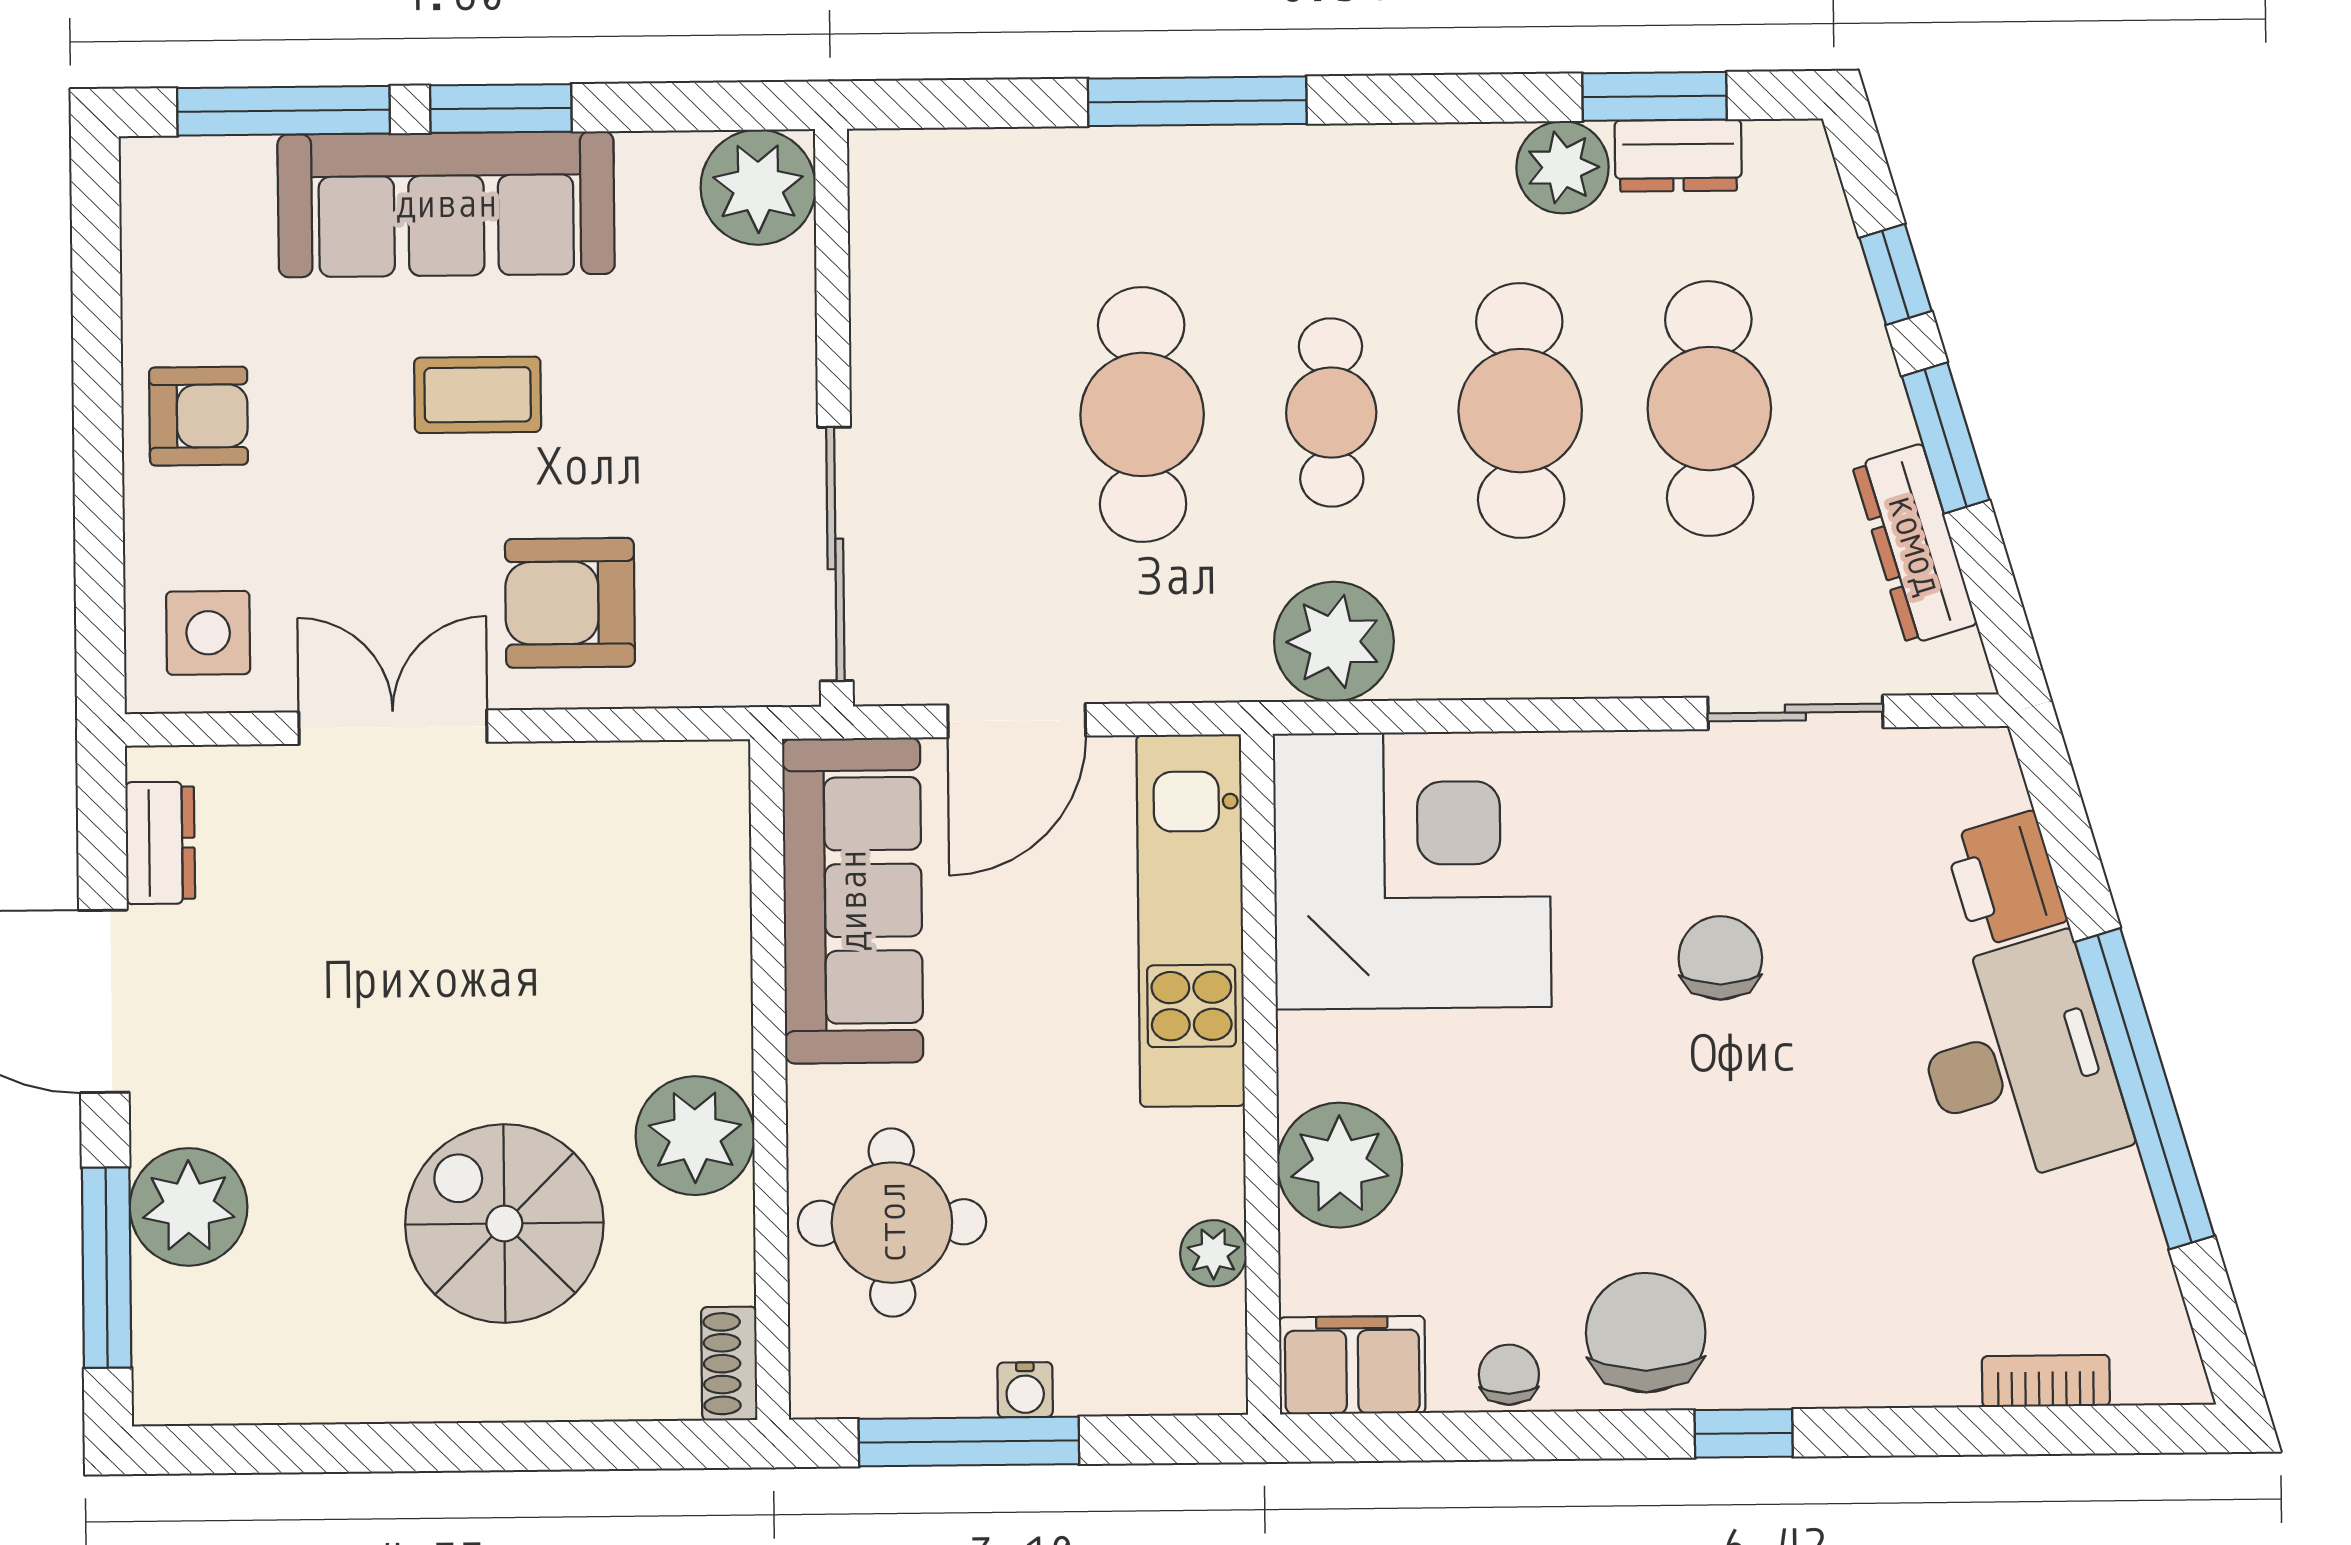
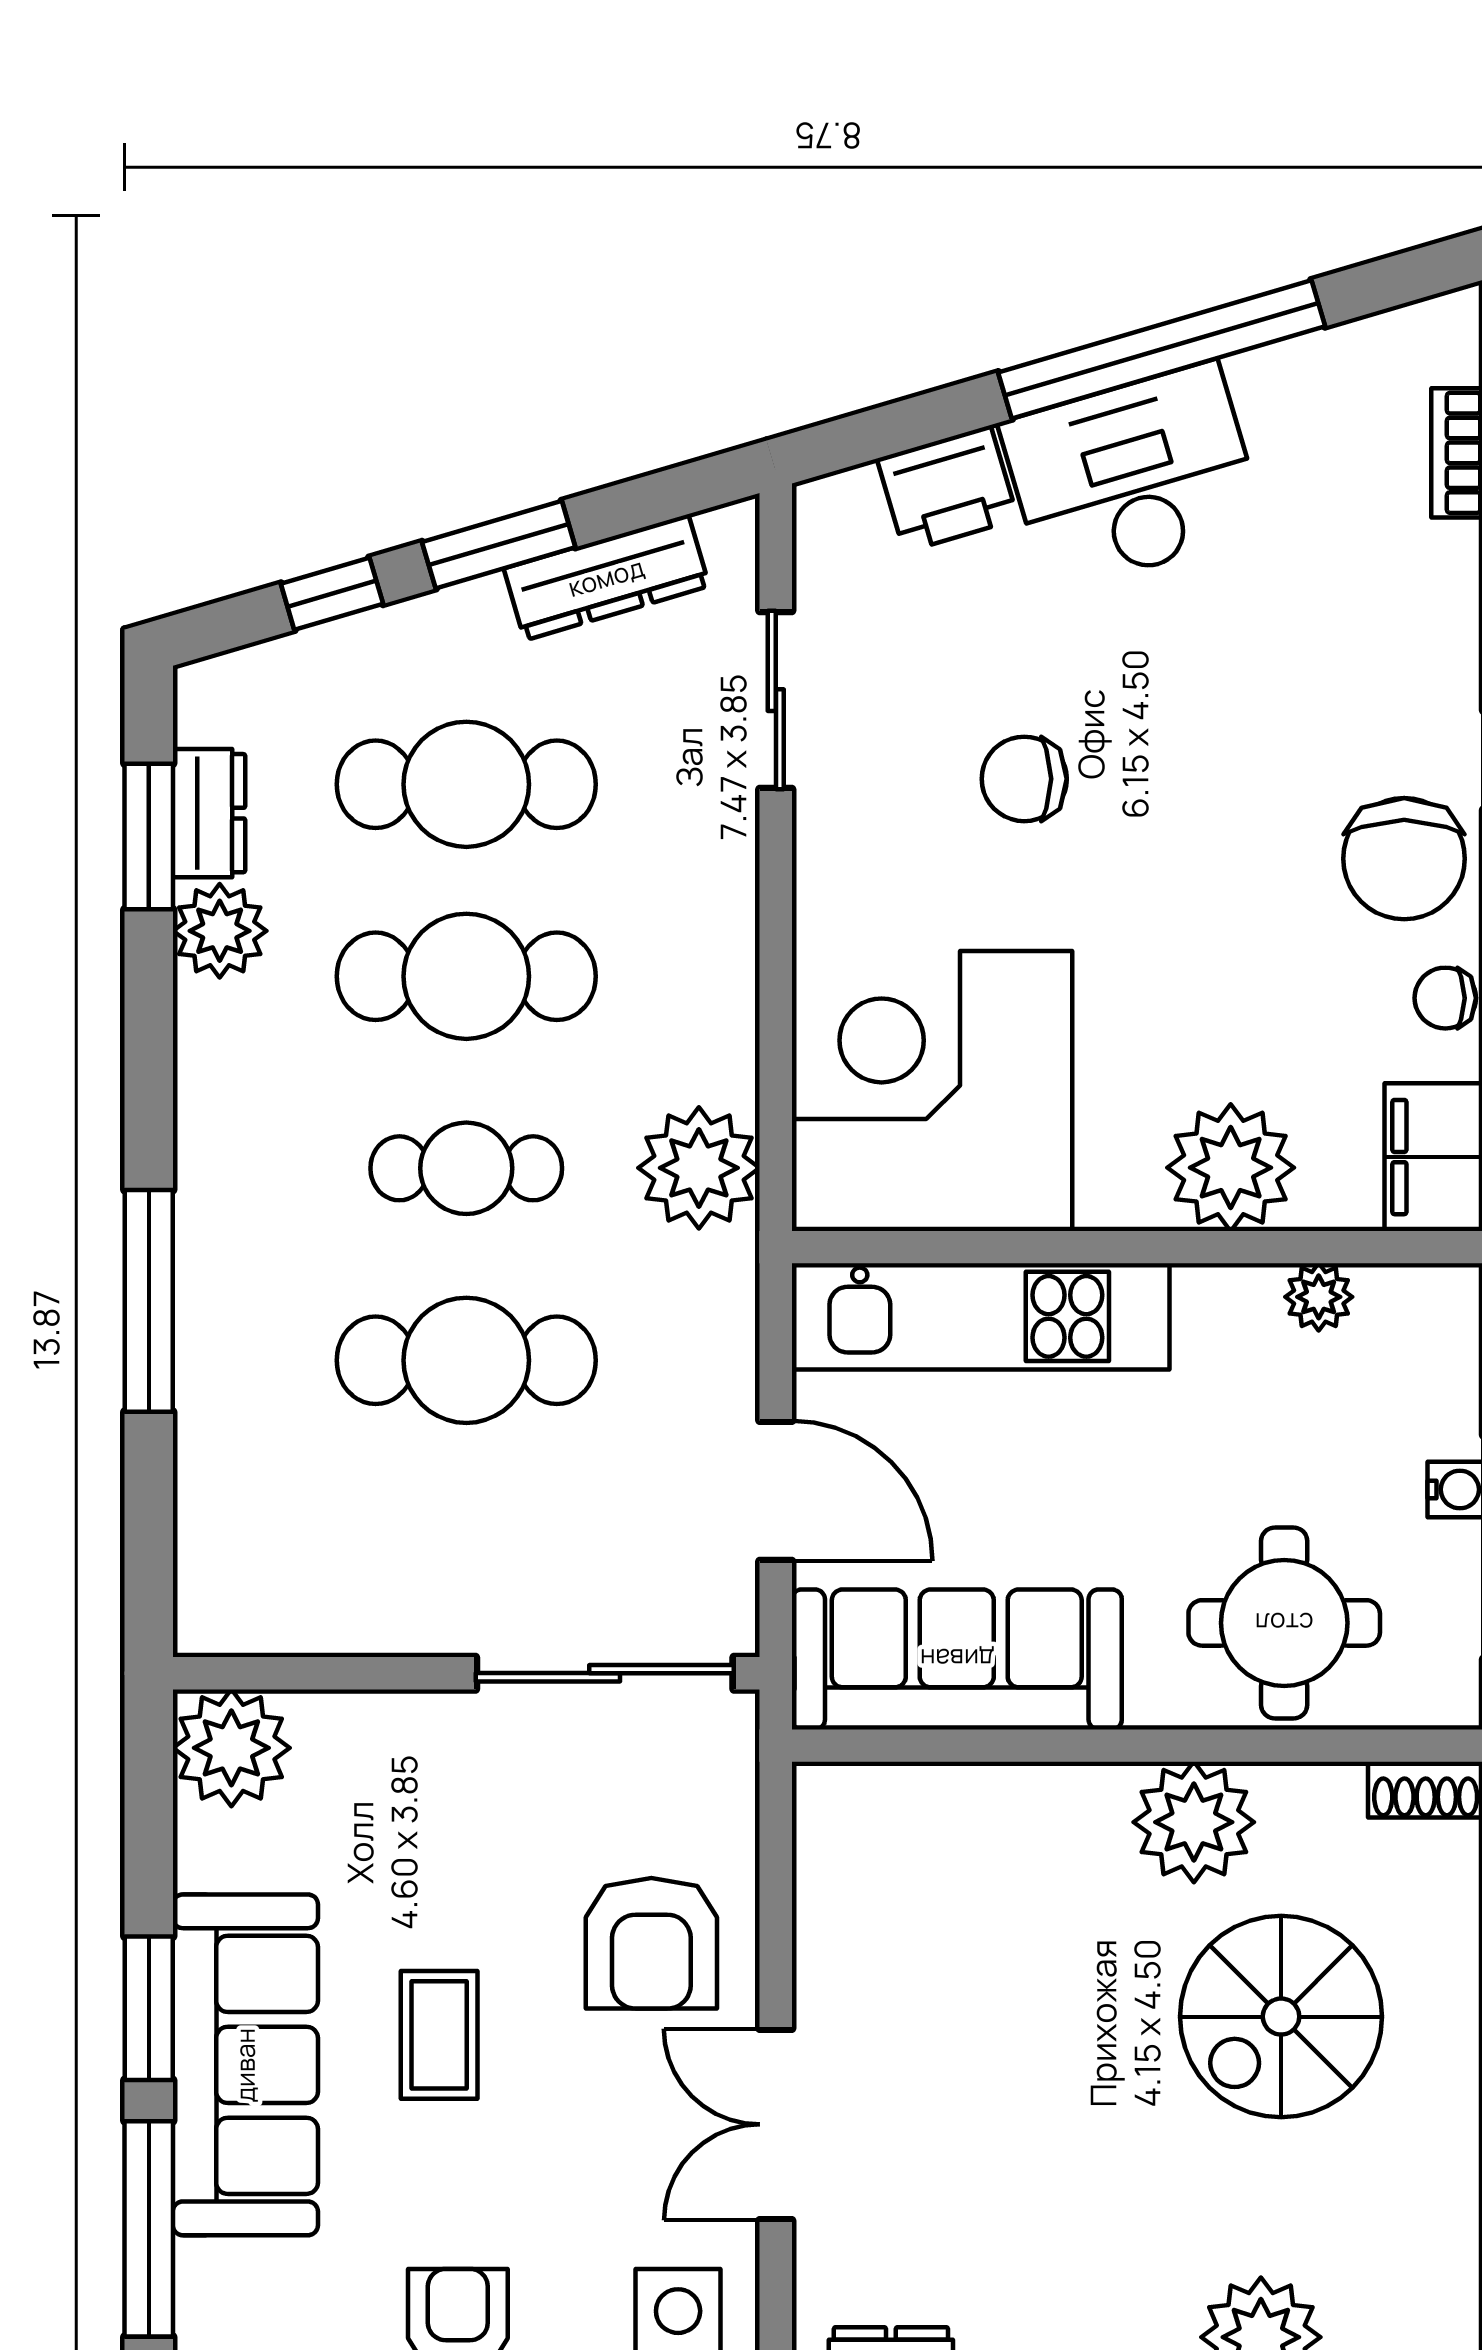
chair: (1646, 1333) -> (1404, 859), turned -90

